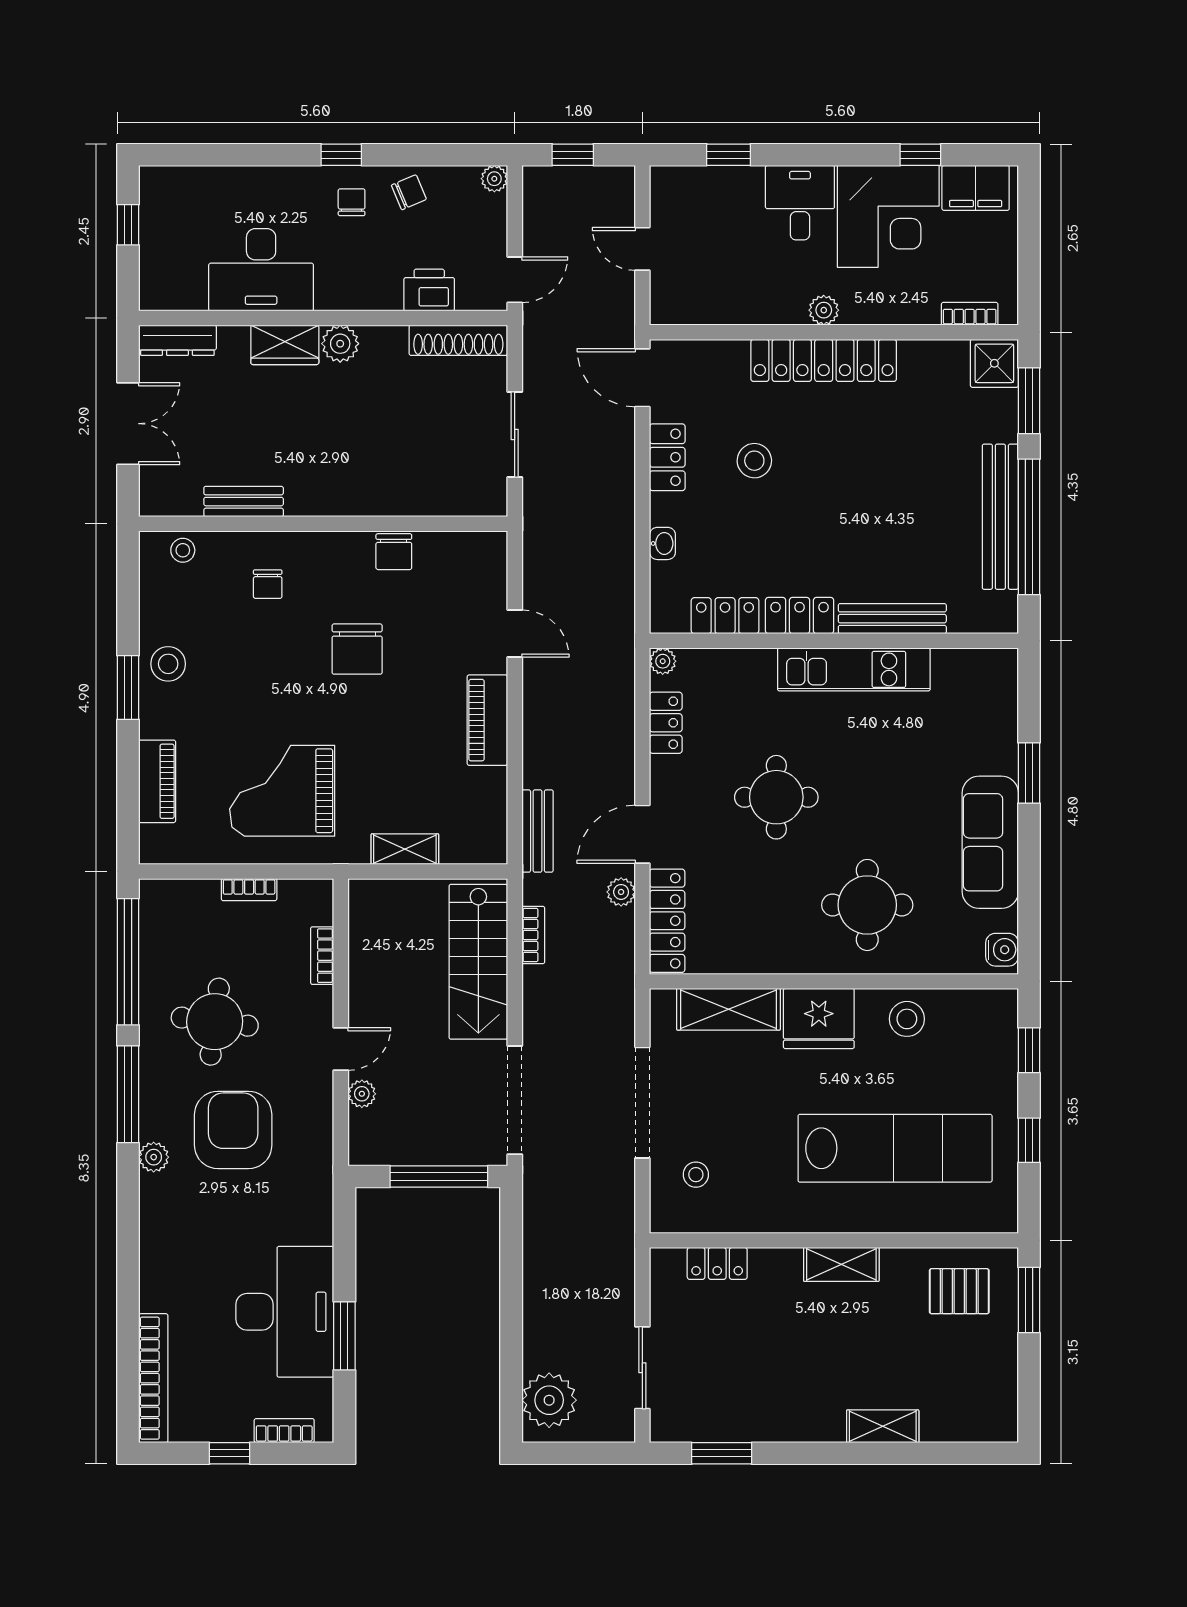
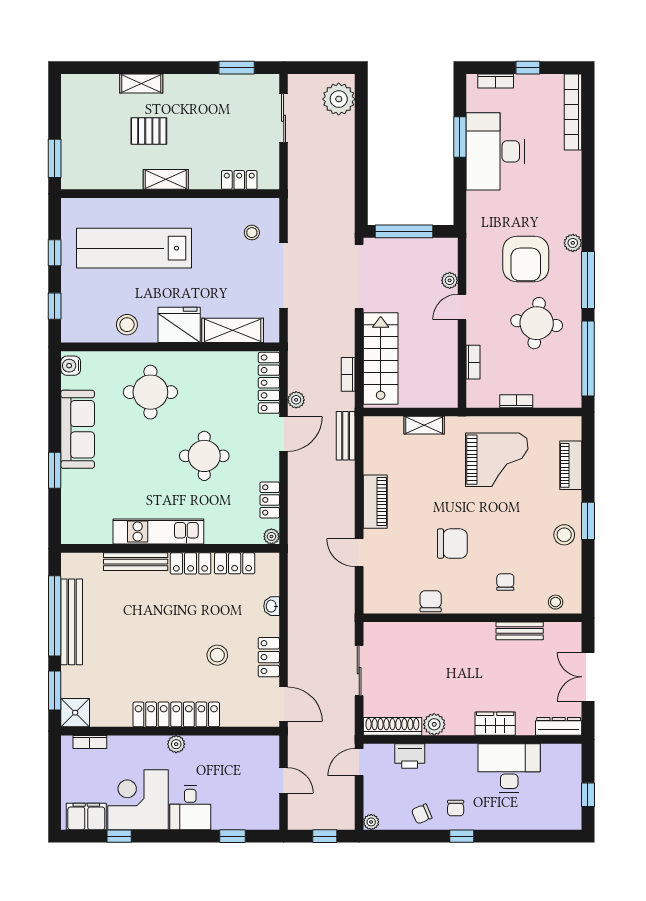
plant: (340, 344) -> (434, 724), moved
chair: (357, 649) -> (452, 544), turned 90
pallet: (959, 1291) -> (149, 131), moved

